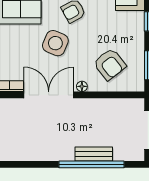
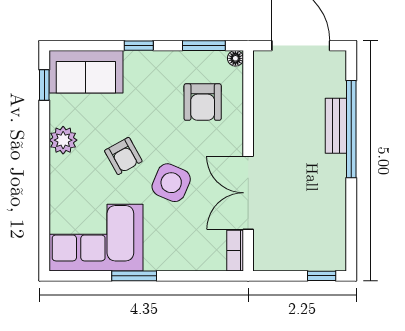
armchair: (110, 64) -> (203, 102), turned 128
floor lamp: (82, 86) -> (235, 58), moved

